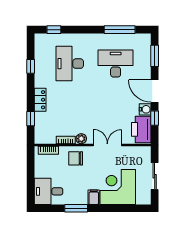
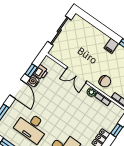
printer: (141, 129) -> (41, 72), width x0.53, depth x0.68
sliding door: (155, 176) -> (59, 31), width x1.37
corner desk: (118, 187) -> (90, 41), removed

